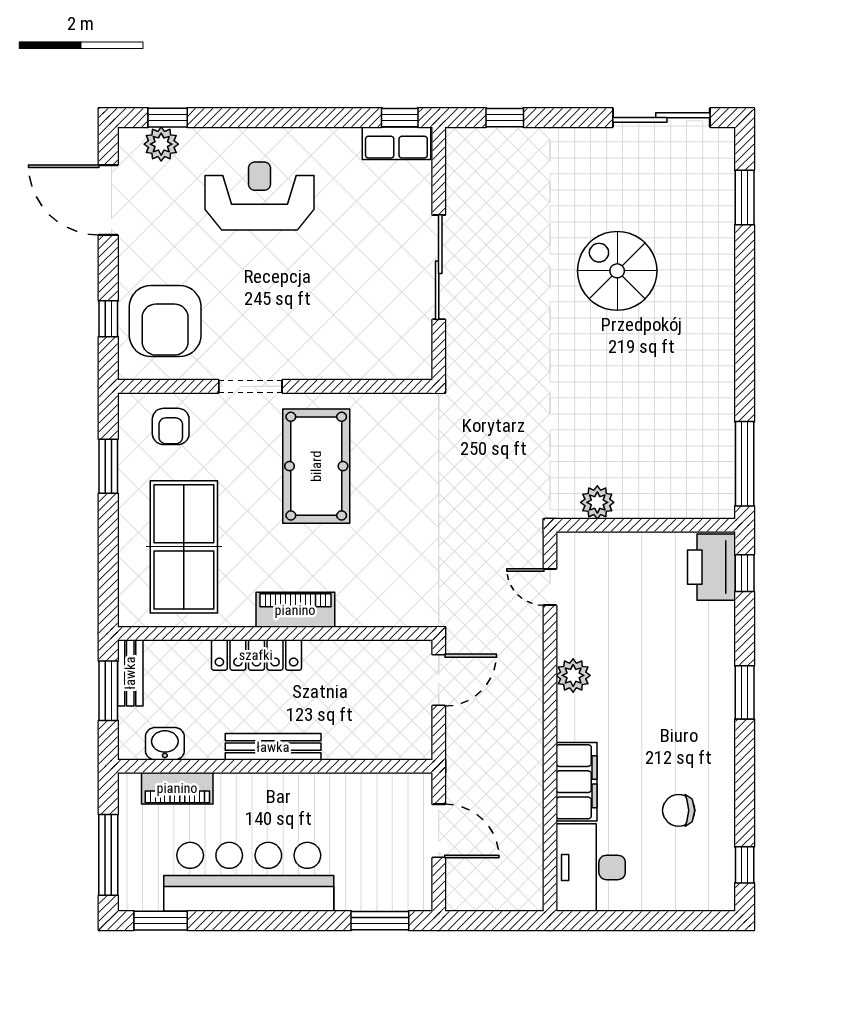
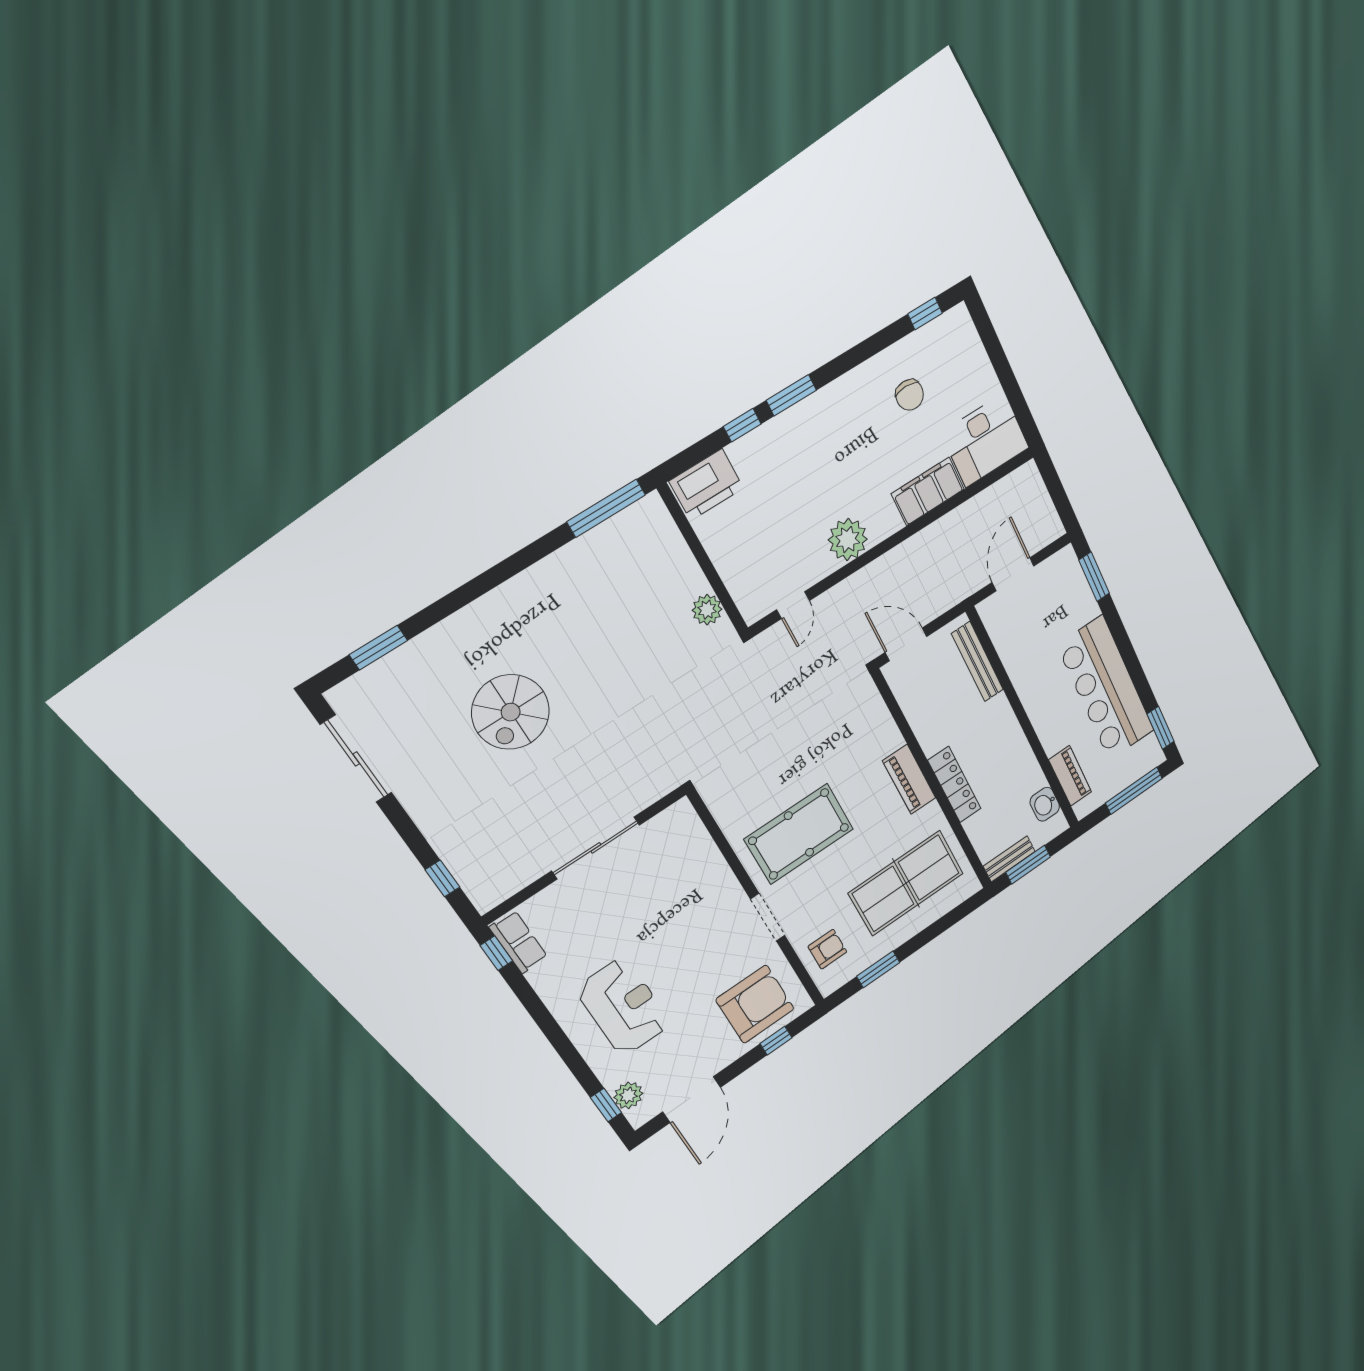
reception desk: (259, 196) -> (624, 1007), turned 180
window: (745, 573) -> (742, 425), moved
plant: (573, 675) -> (848, 540), width x1.36, depth x1.36
bench: (273, 747) -> (977, 662), moved

